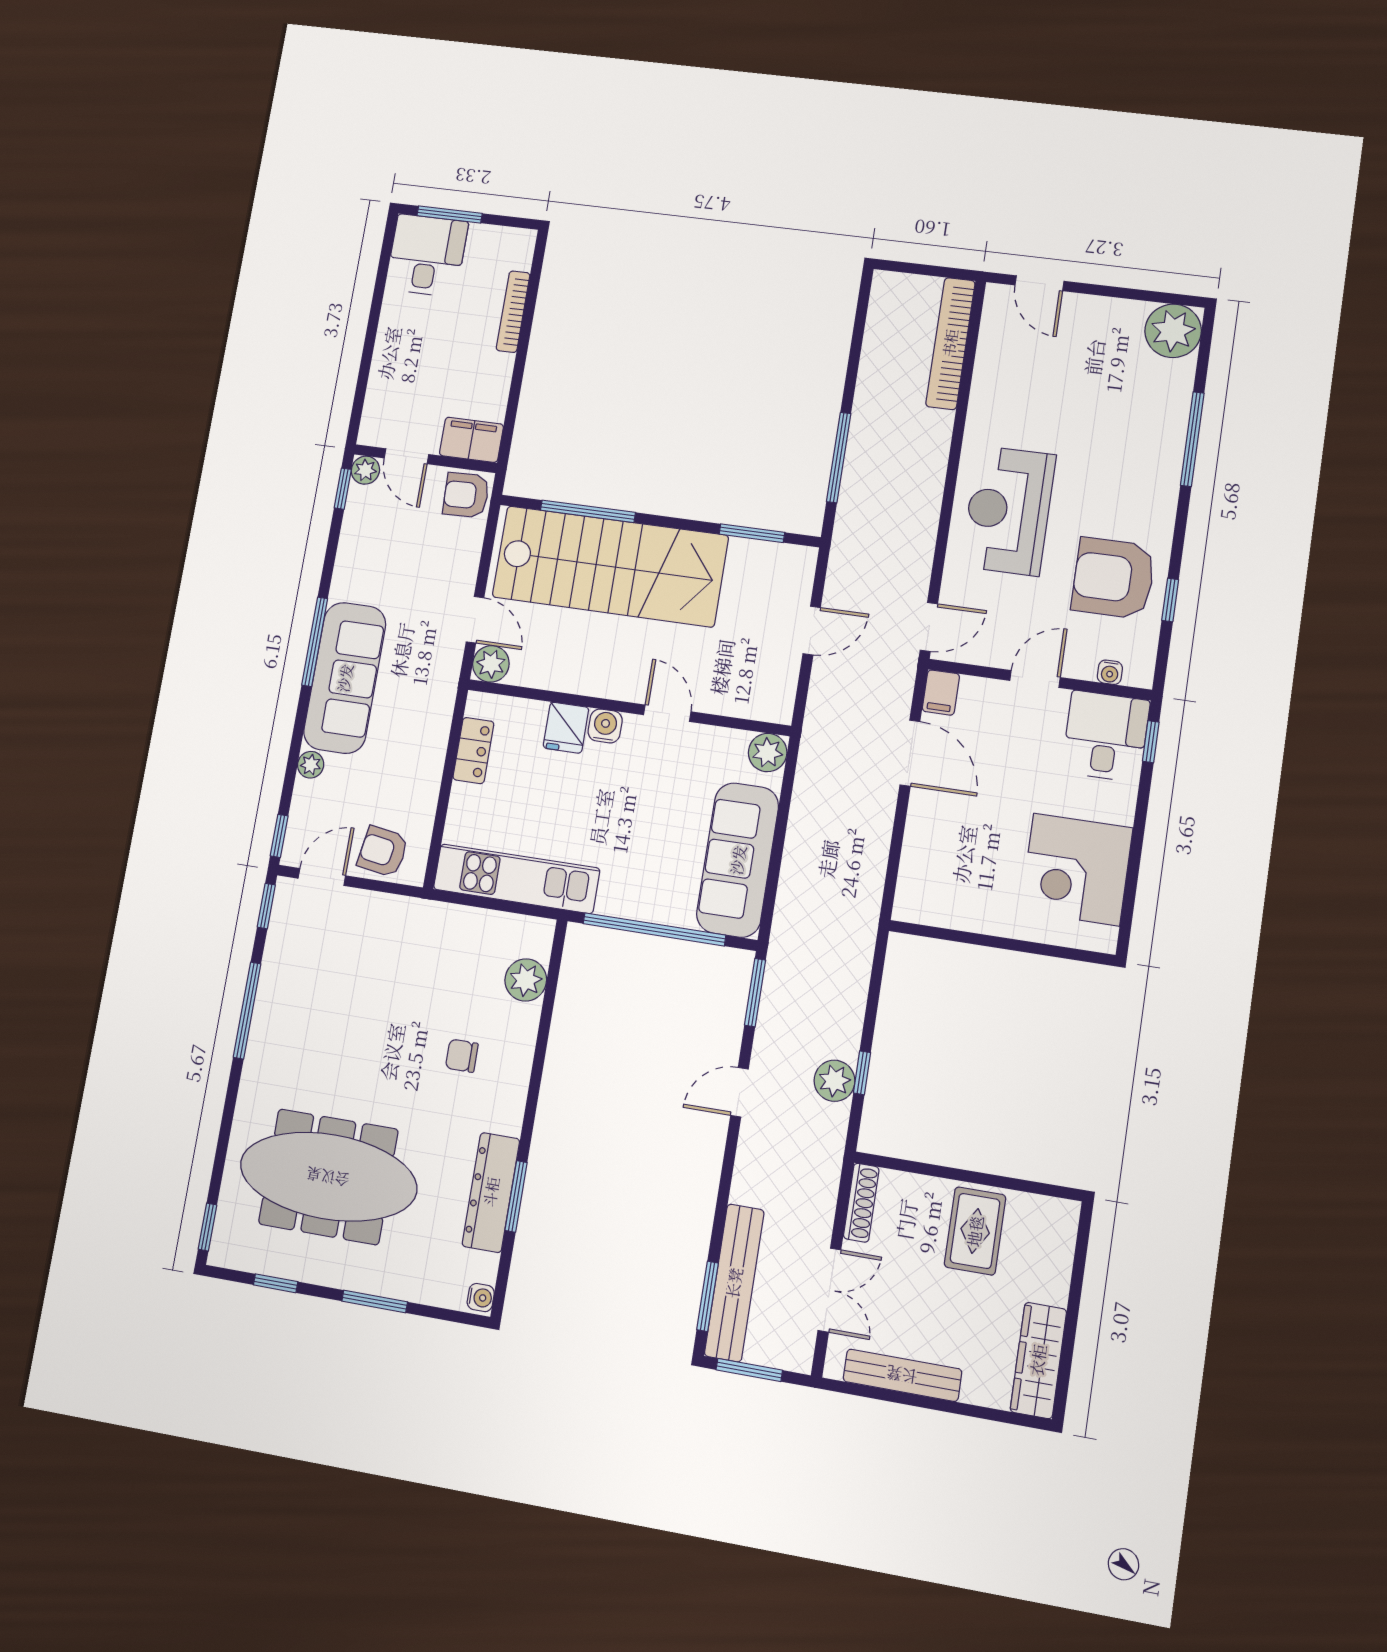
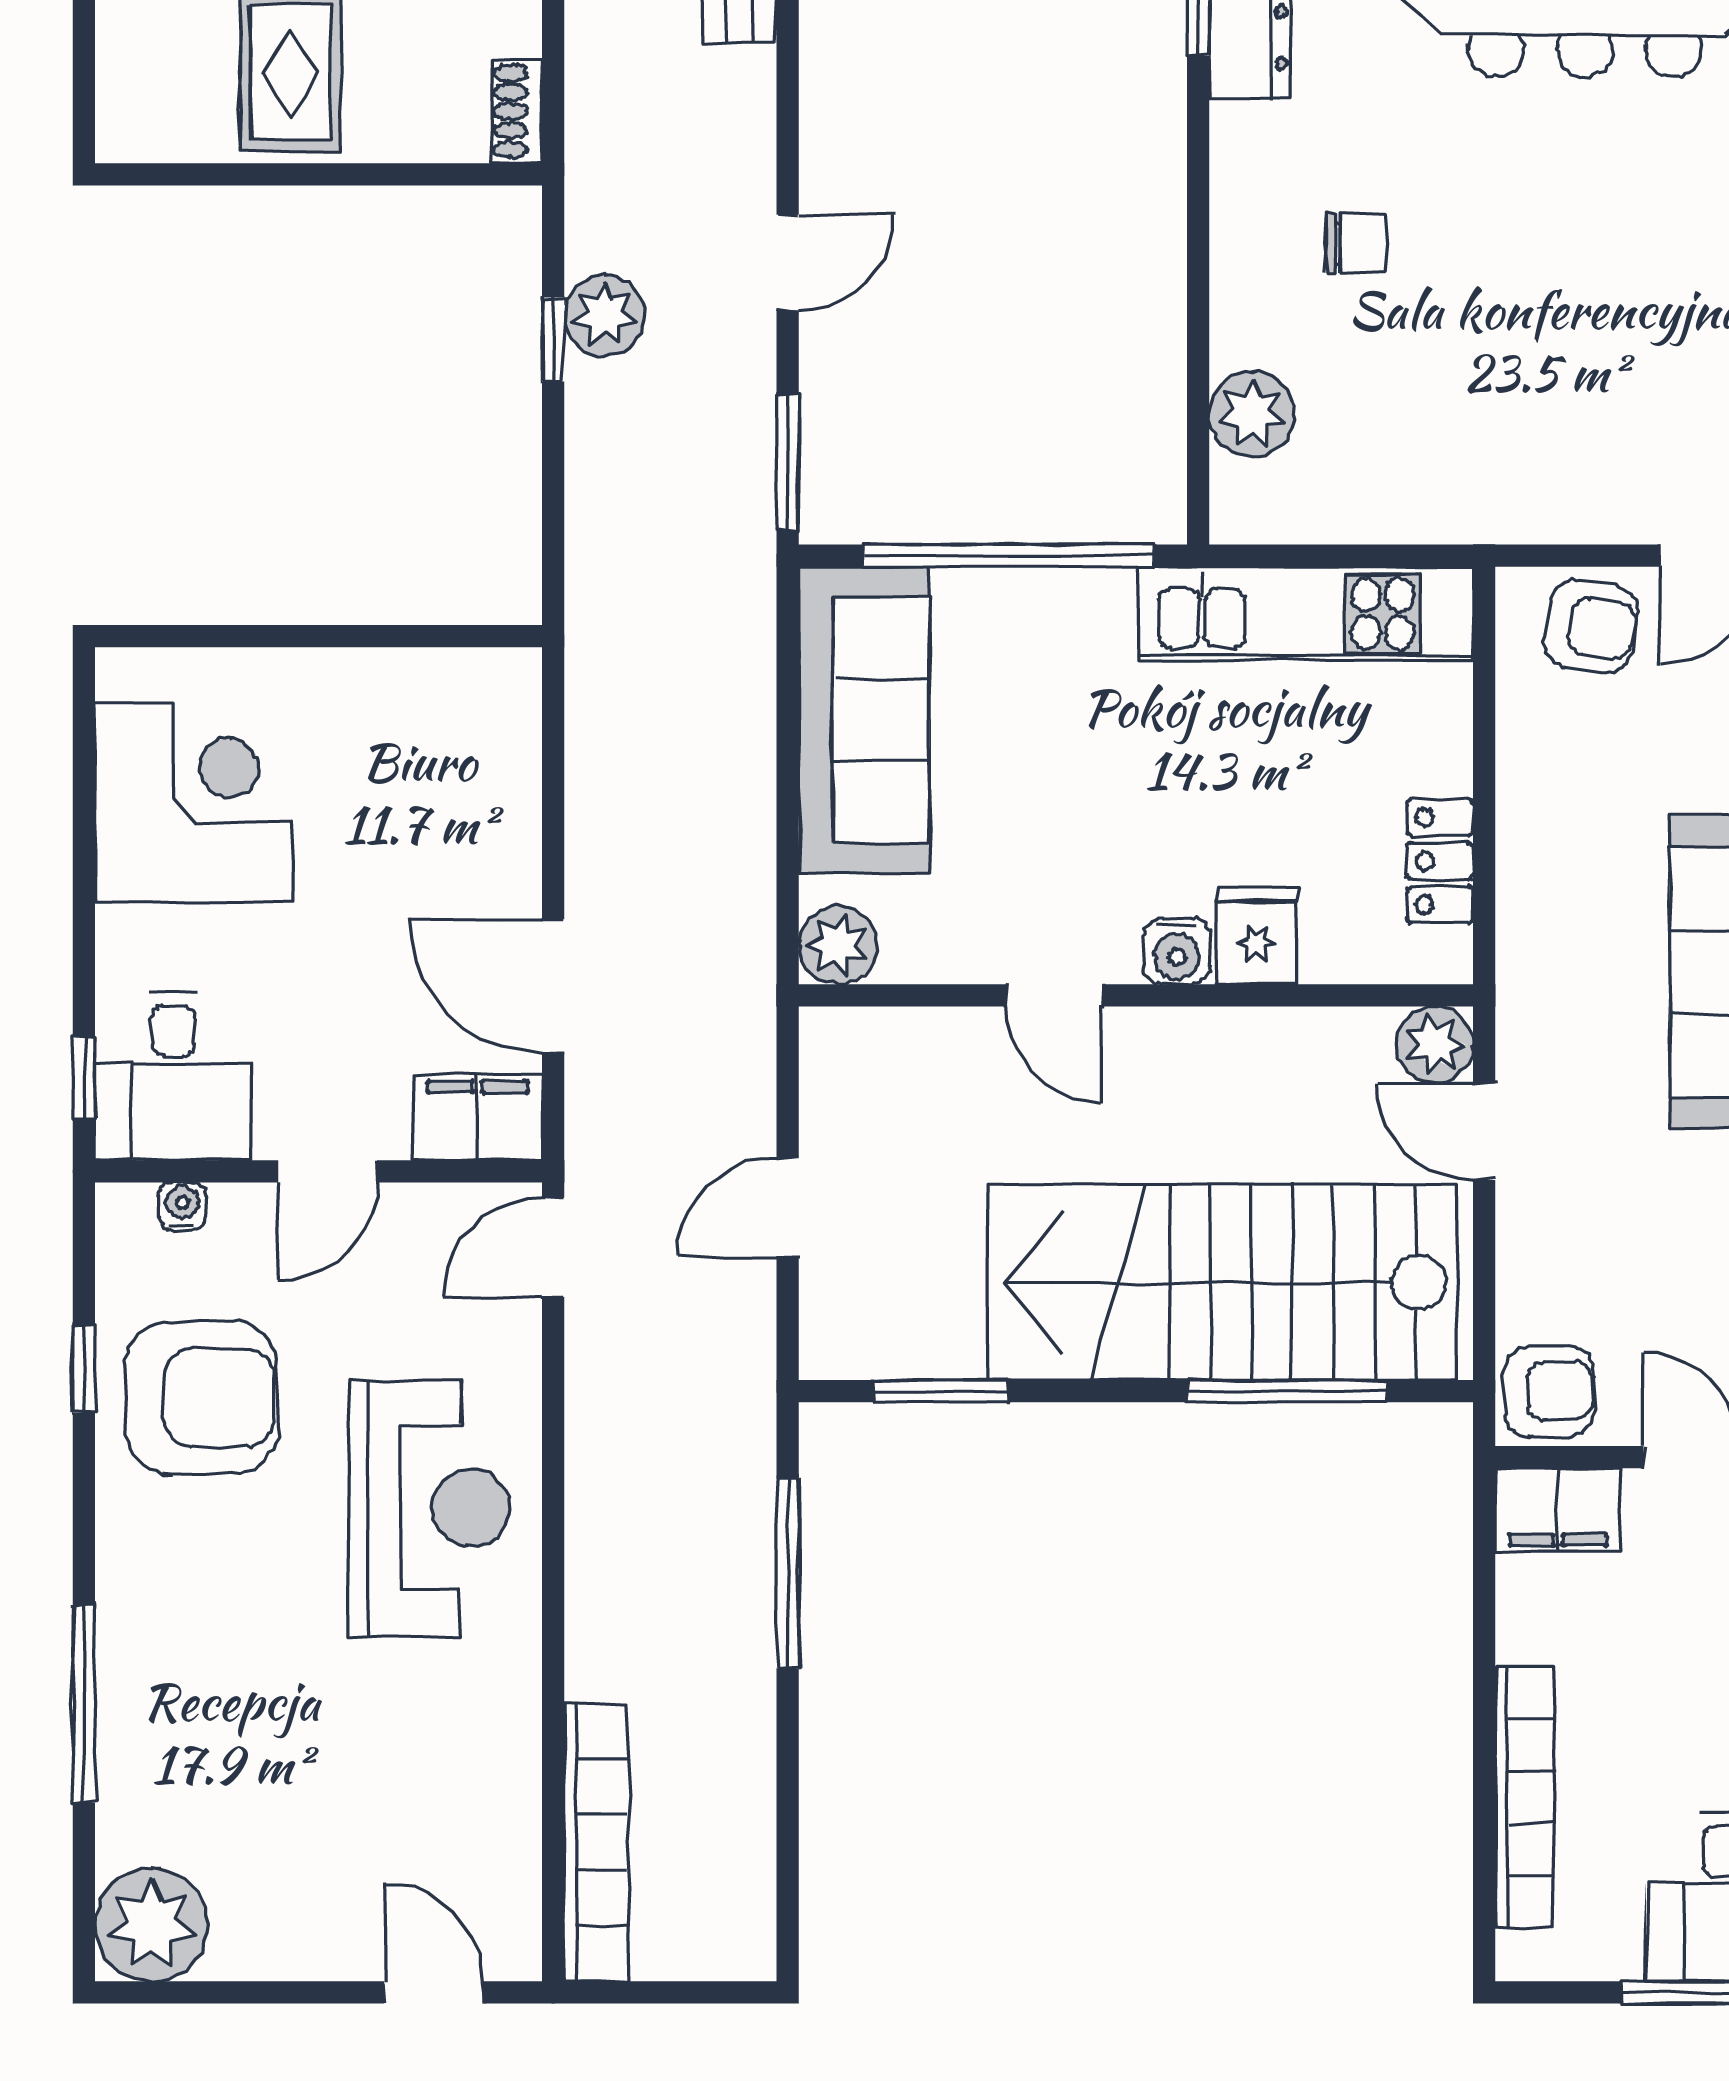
bookcase: (513, 312) -> (1525, 1797), width x1.48, depth x1.31
filing cabinet: (941, 693) -> (477, 1117), width x2.00
shoe rack: (861, 1203) -> (517, 111), width x0.70

